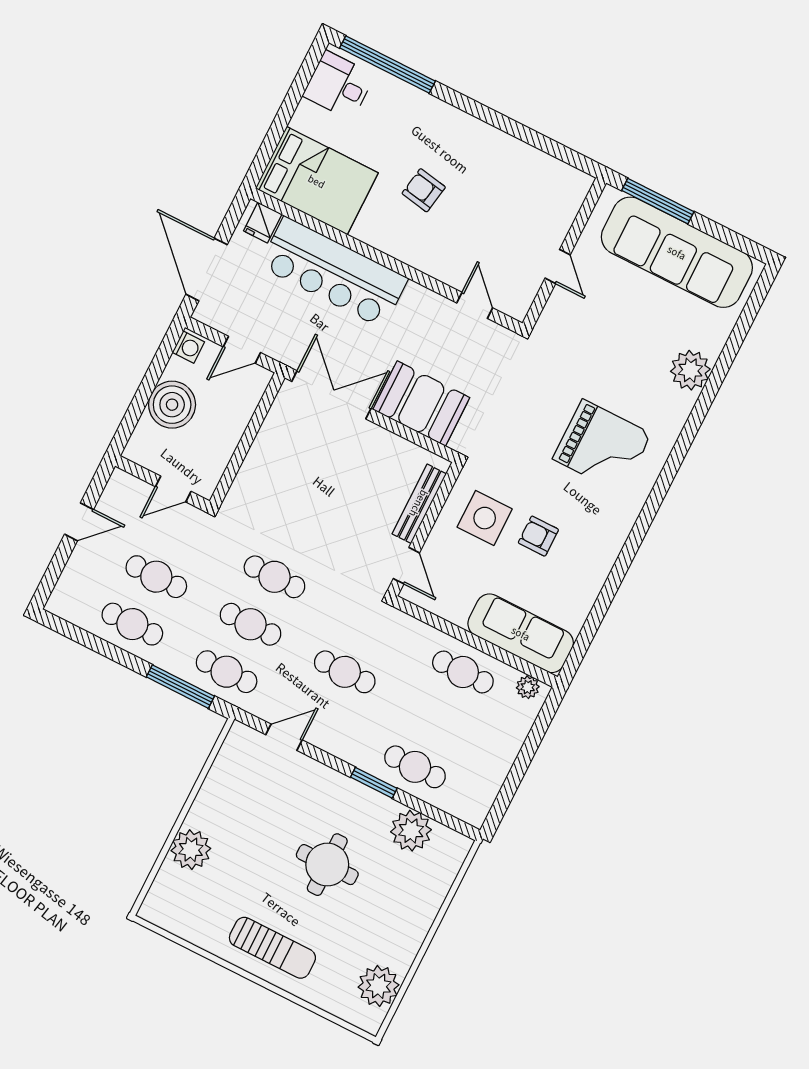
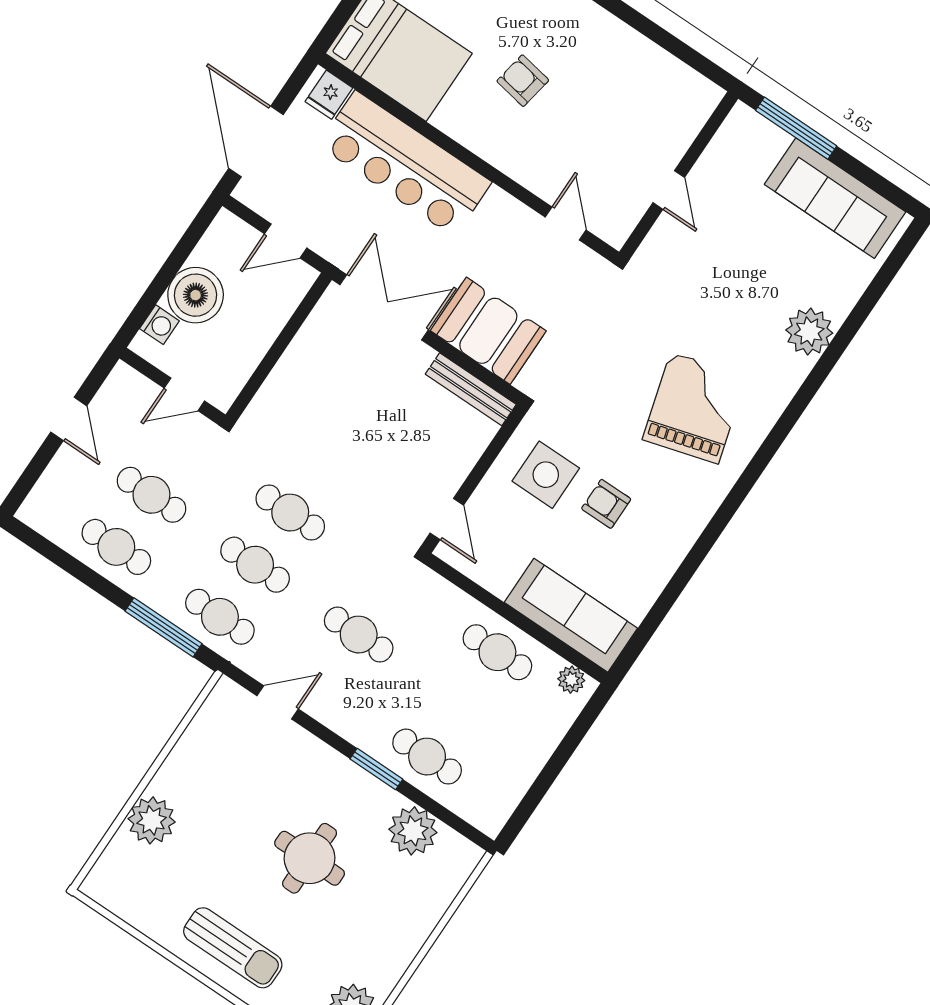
sofa: (677, 252) -> (835, 198), width x0.74, depth x0.79
washing machine: (188, 347) -> (159, 325), moved
grand piano: (602, 446) -> (694, 408), turned -106
bench: (419, 504) -> (471, 389), moved, turned 90
door: (79, 522) -> (69, 419), hinge flipped

